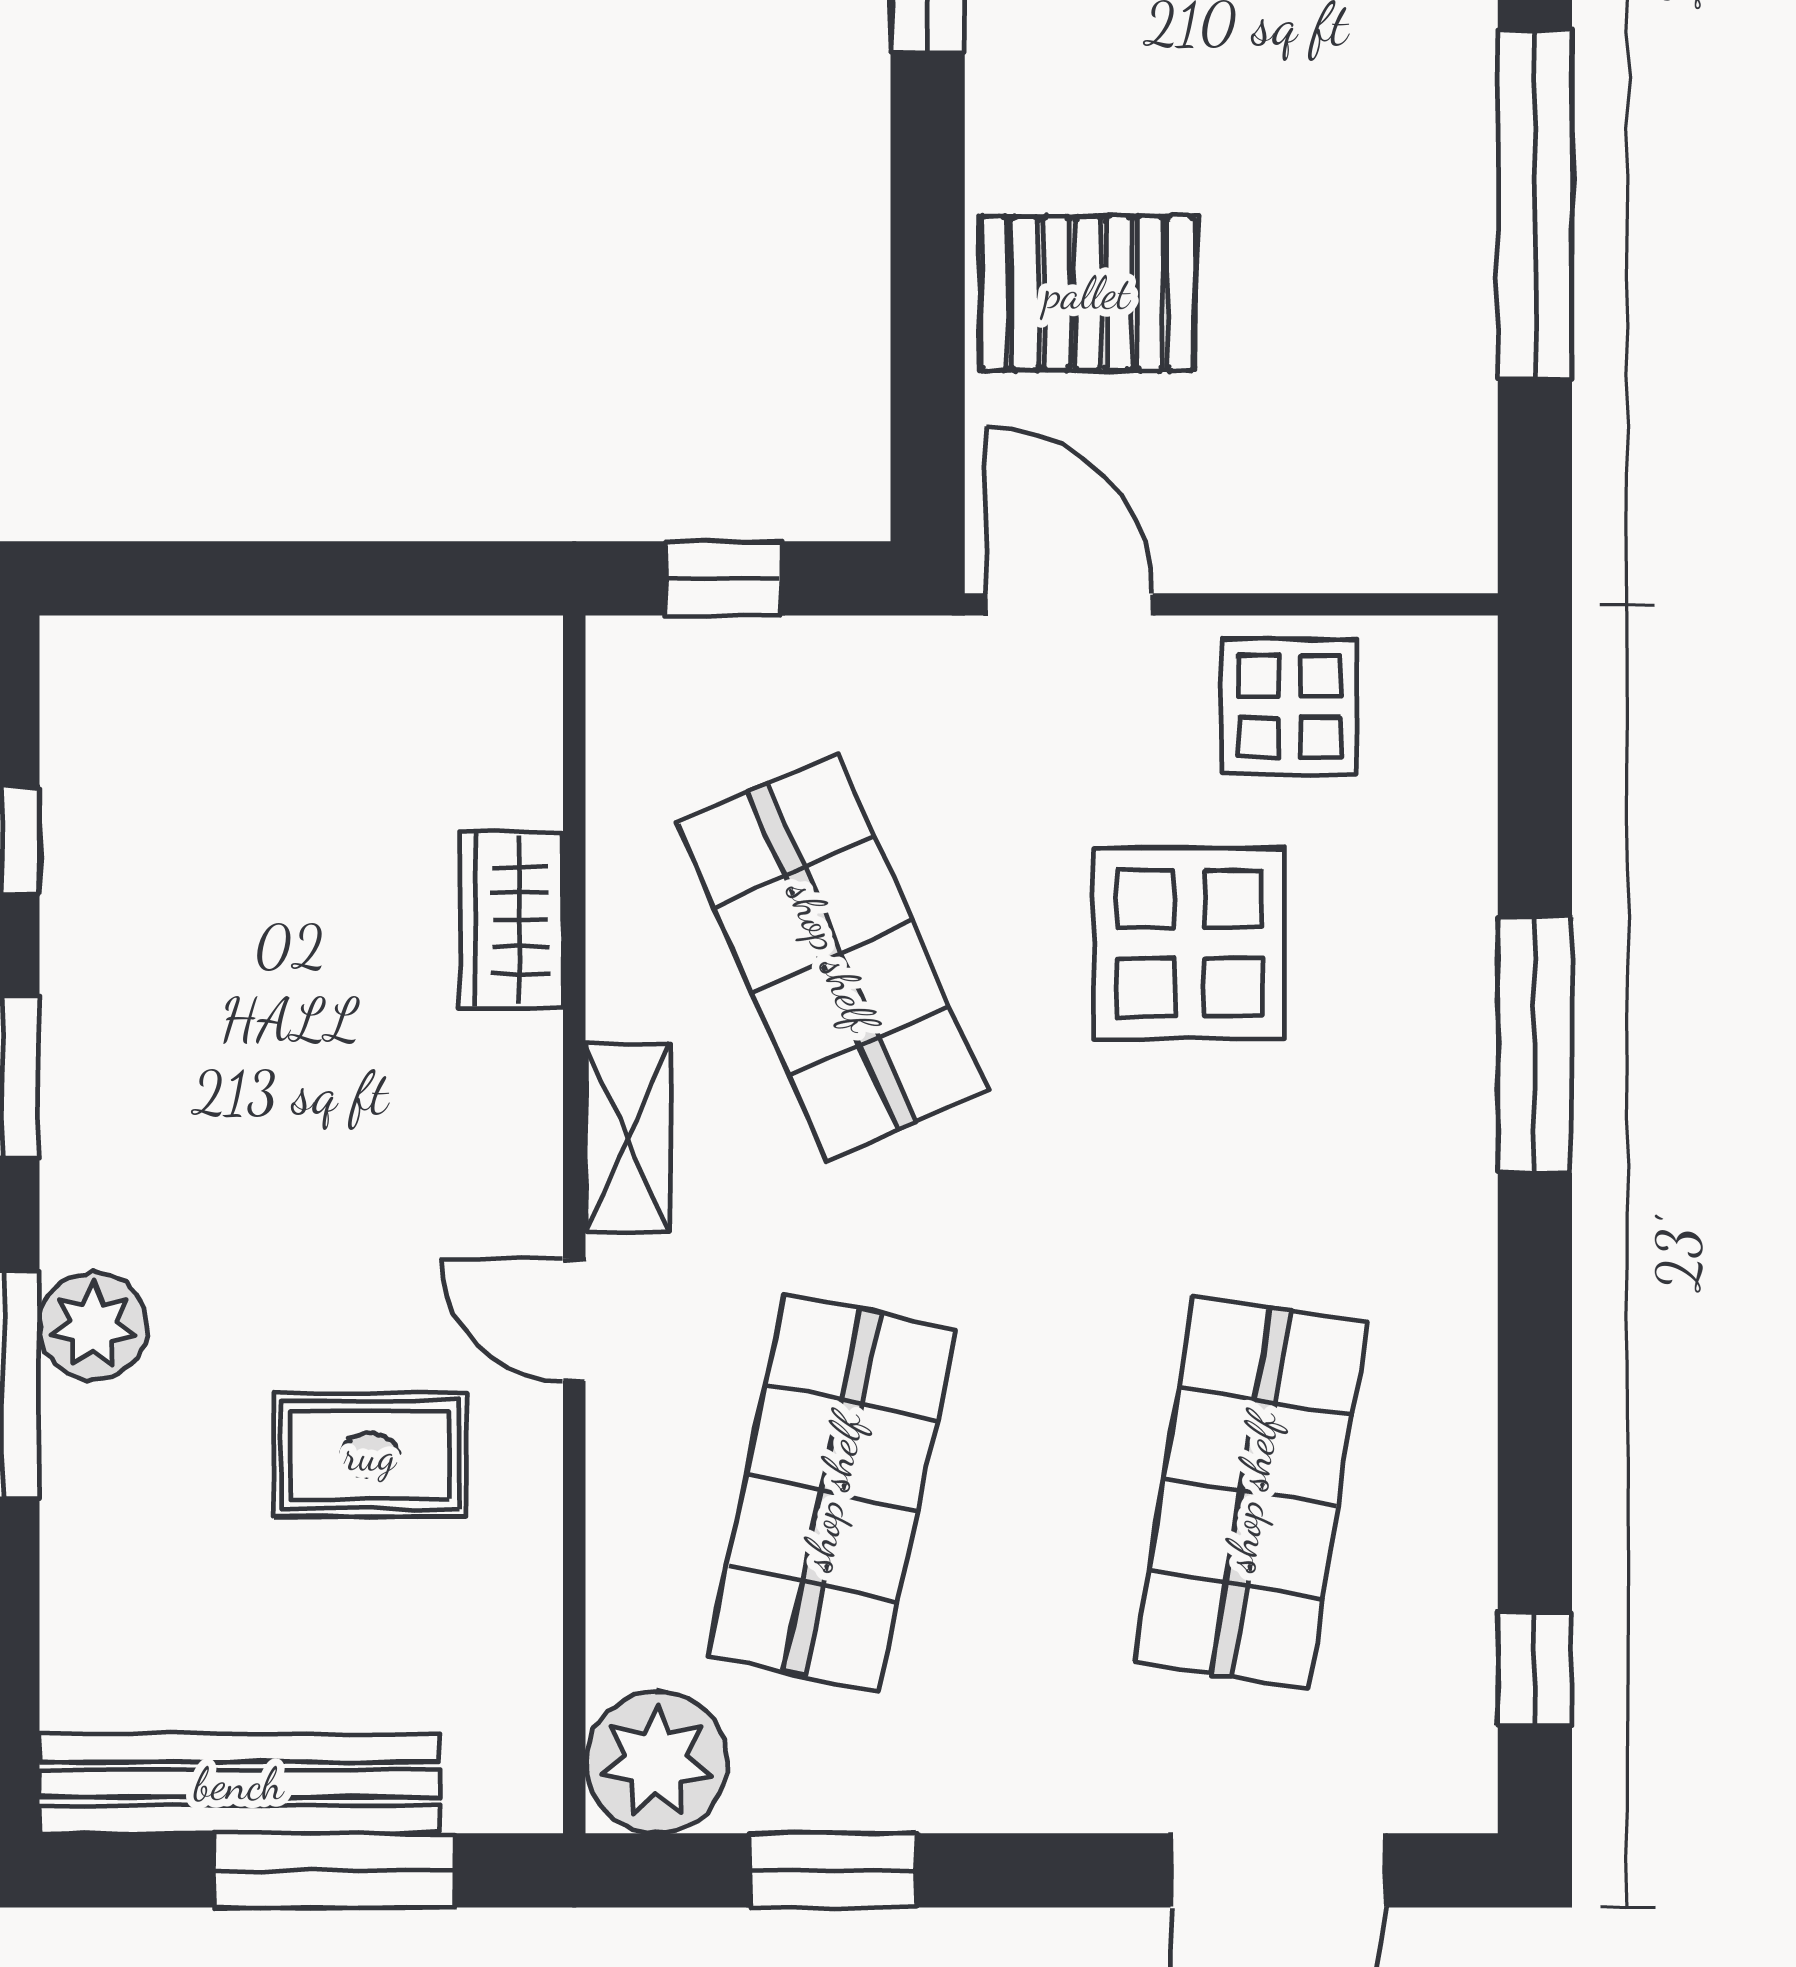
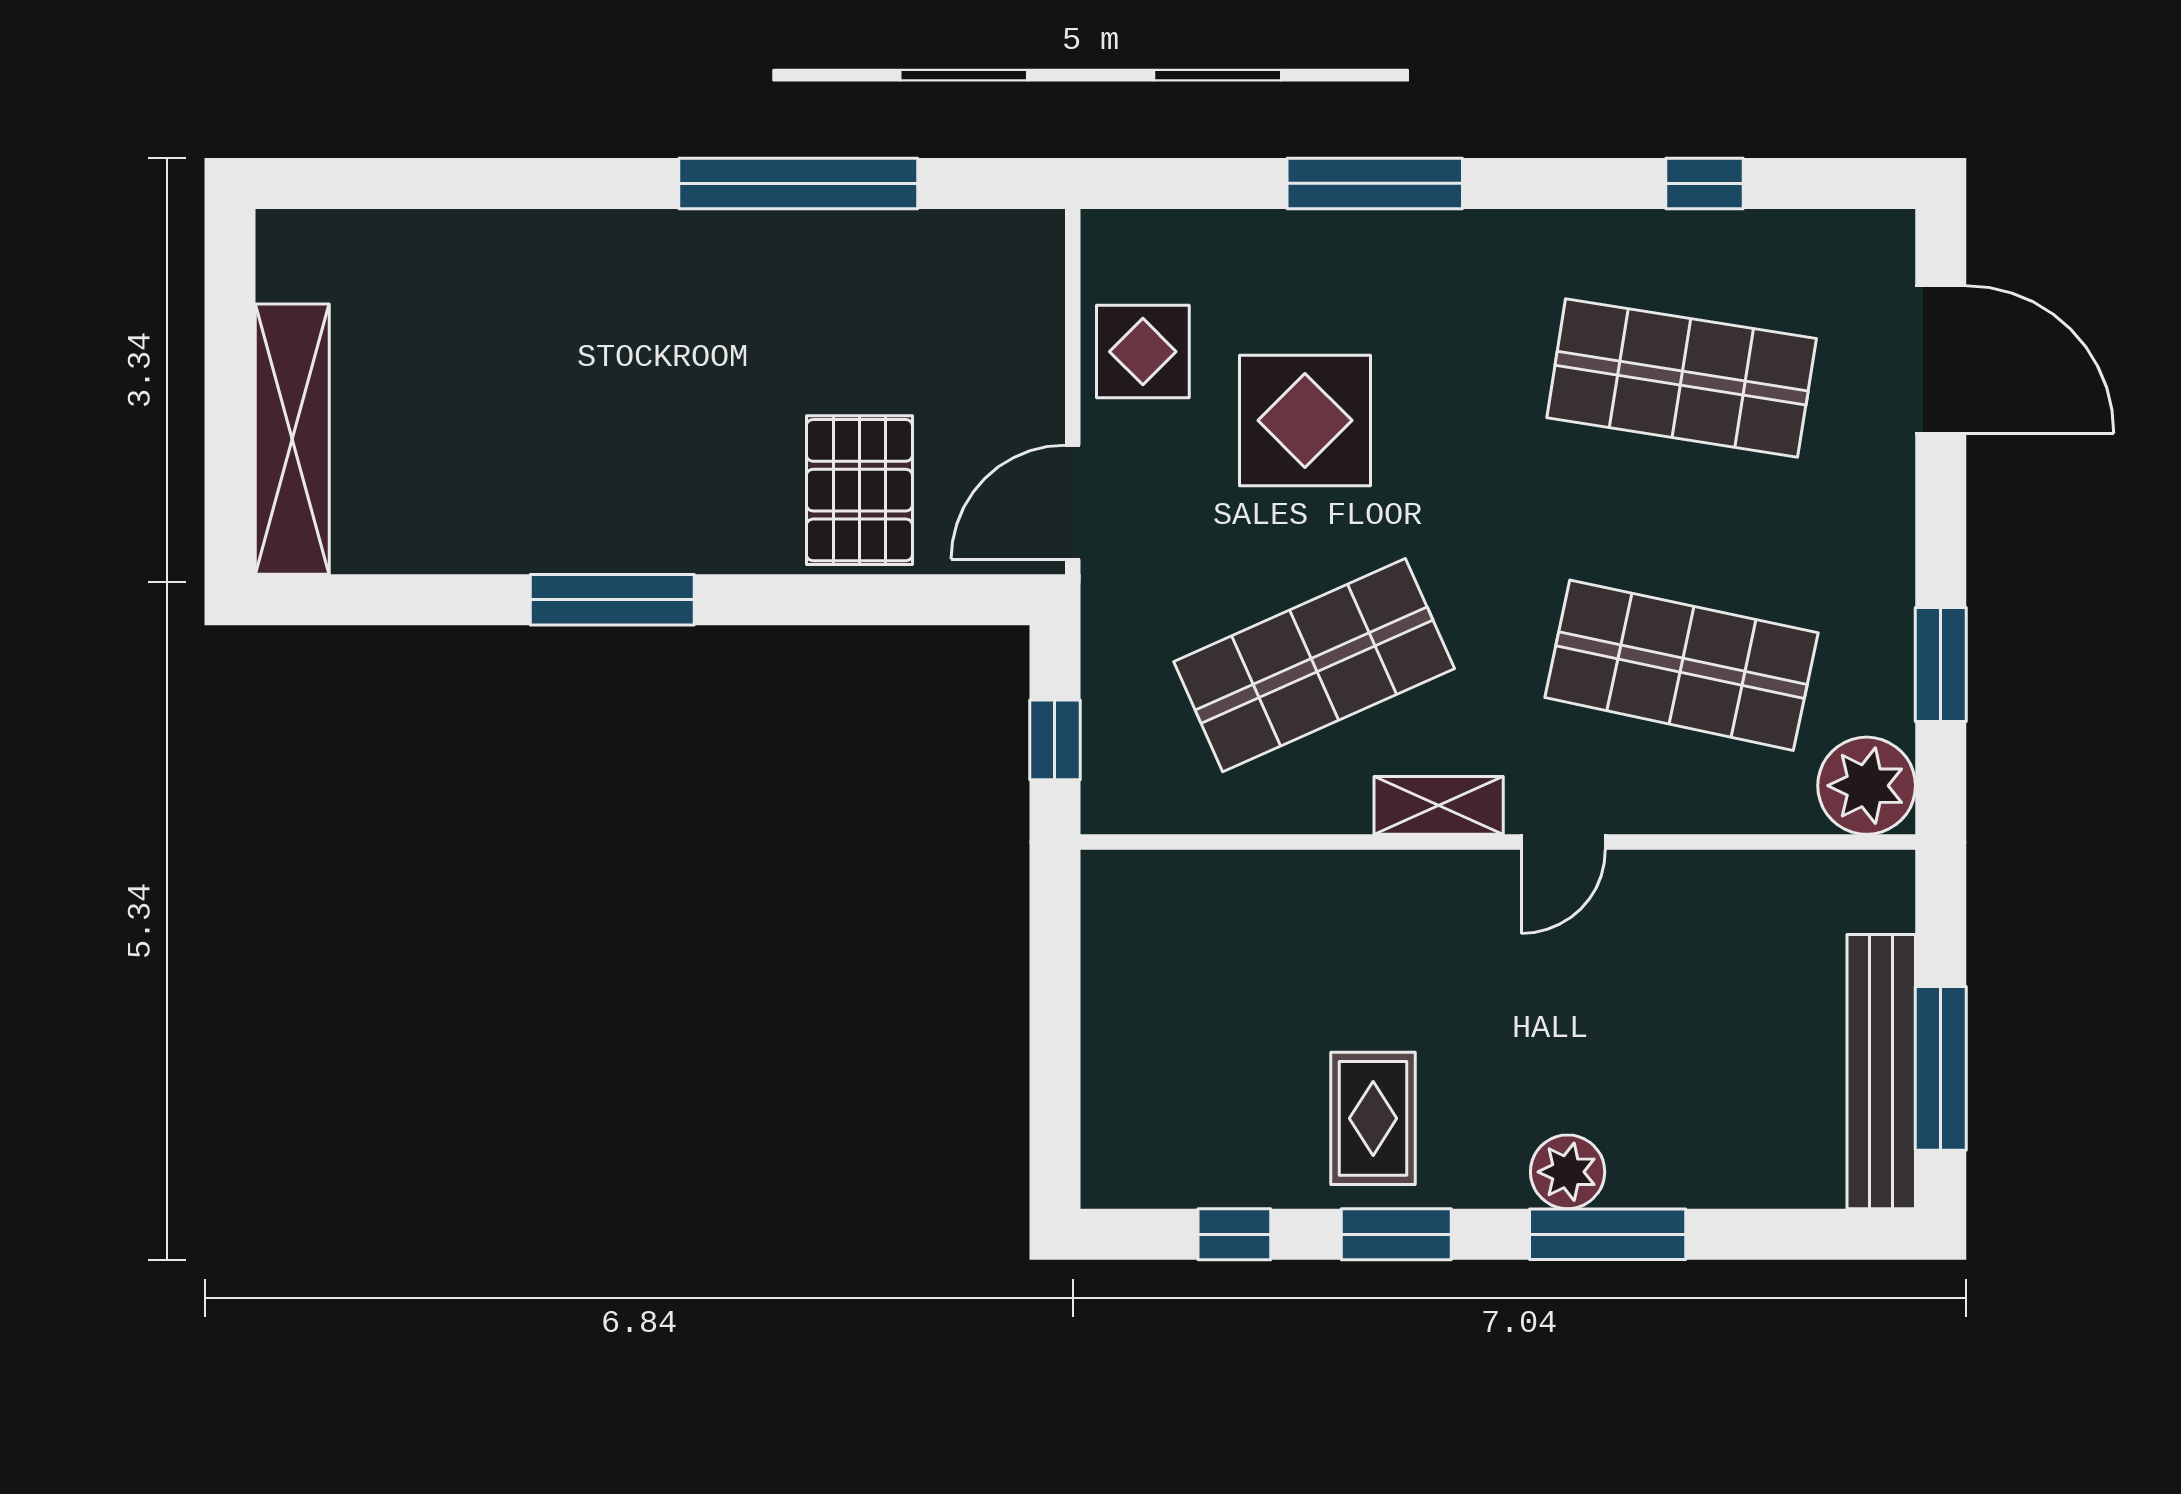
wardrobe: (512, 920) -> (1289, 885), removed
rug: (370, 1455) -> (1373, 1118), moved
window: (1535, 1669) -> (1705, 183), moved
window: (334, 1870) -> (1941, 1068), moved

